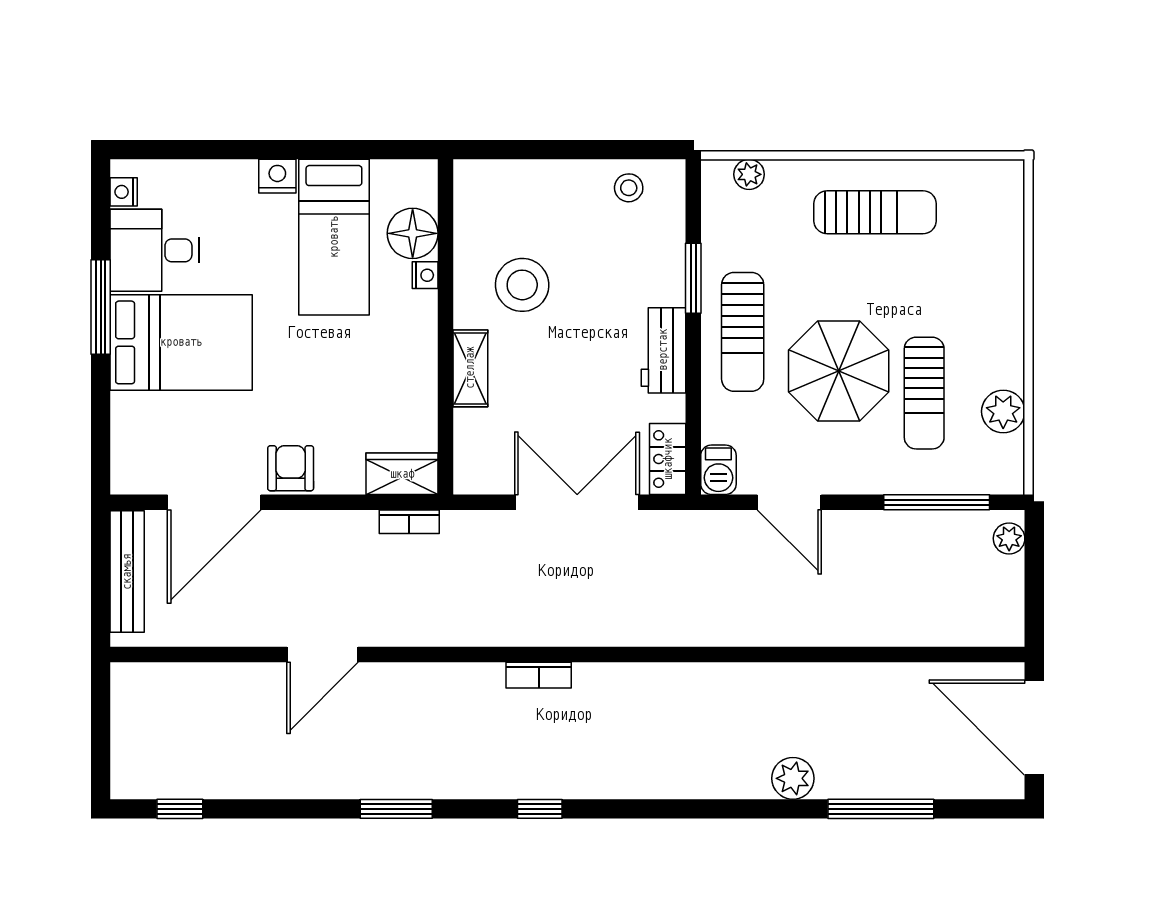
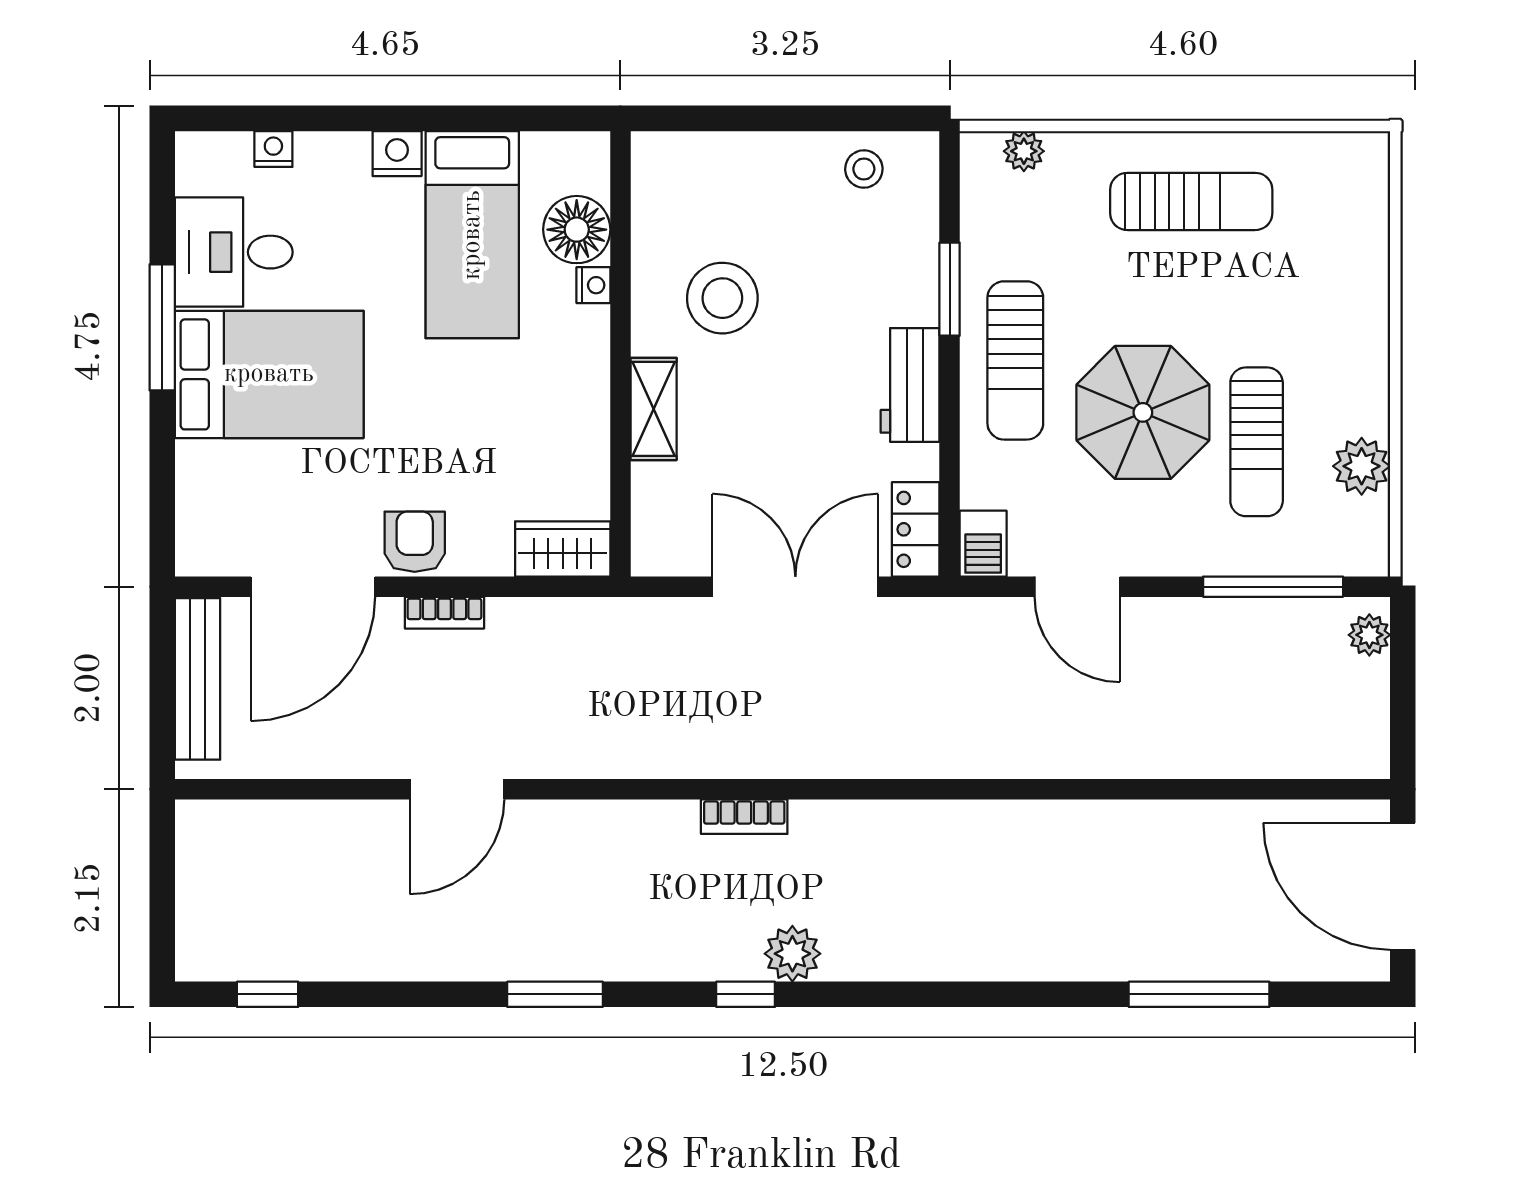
nightstand: (124, 192) -> (273, 149), moved, turned 90
bookcase: (409, 522) -> (444, 613), moved
plant: (793, 778) -> (792, 954), moved

